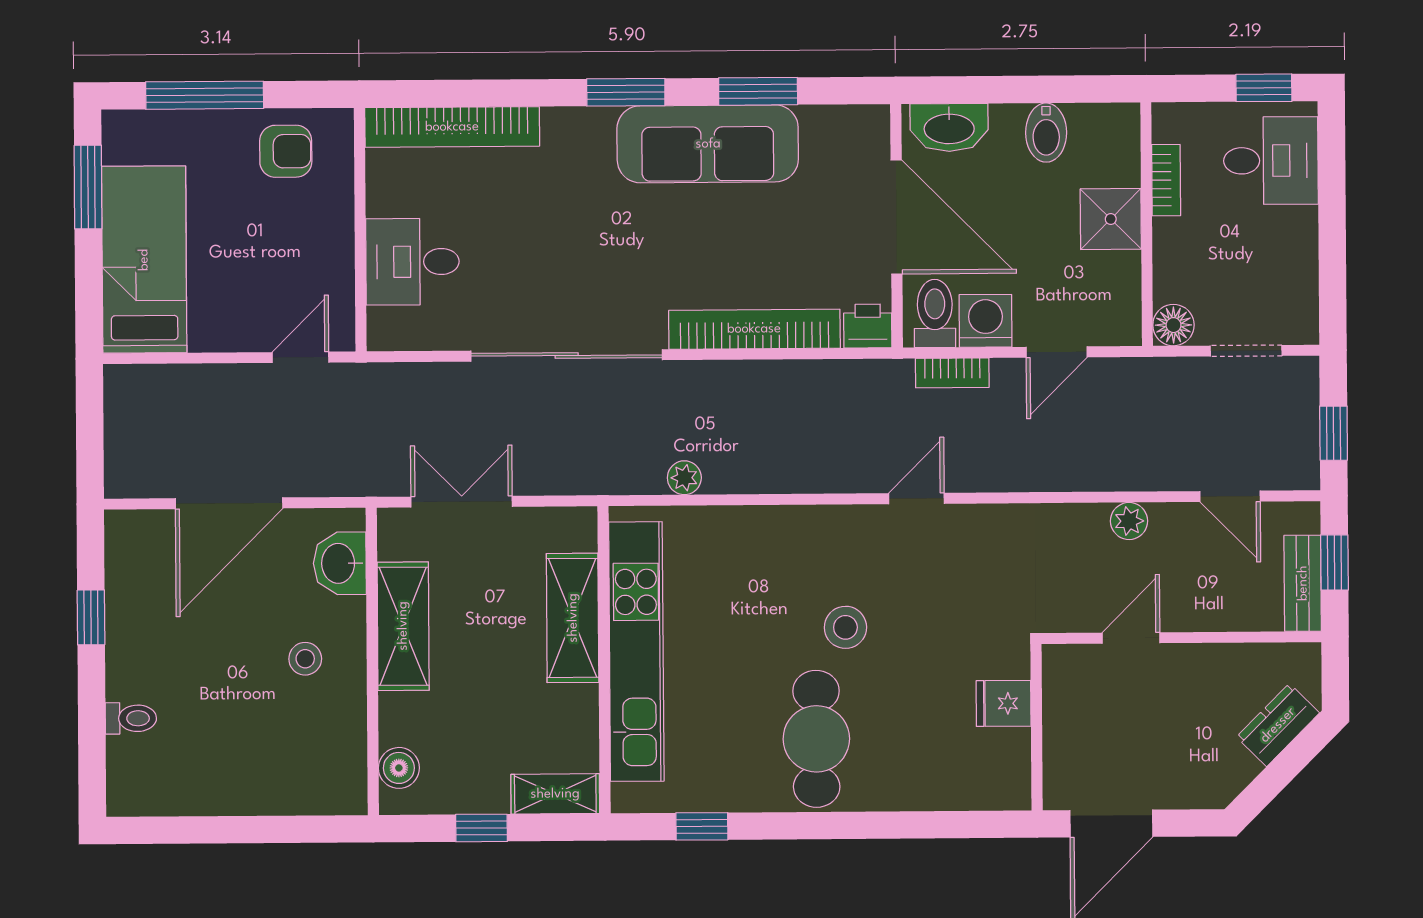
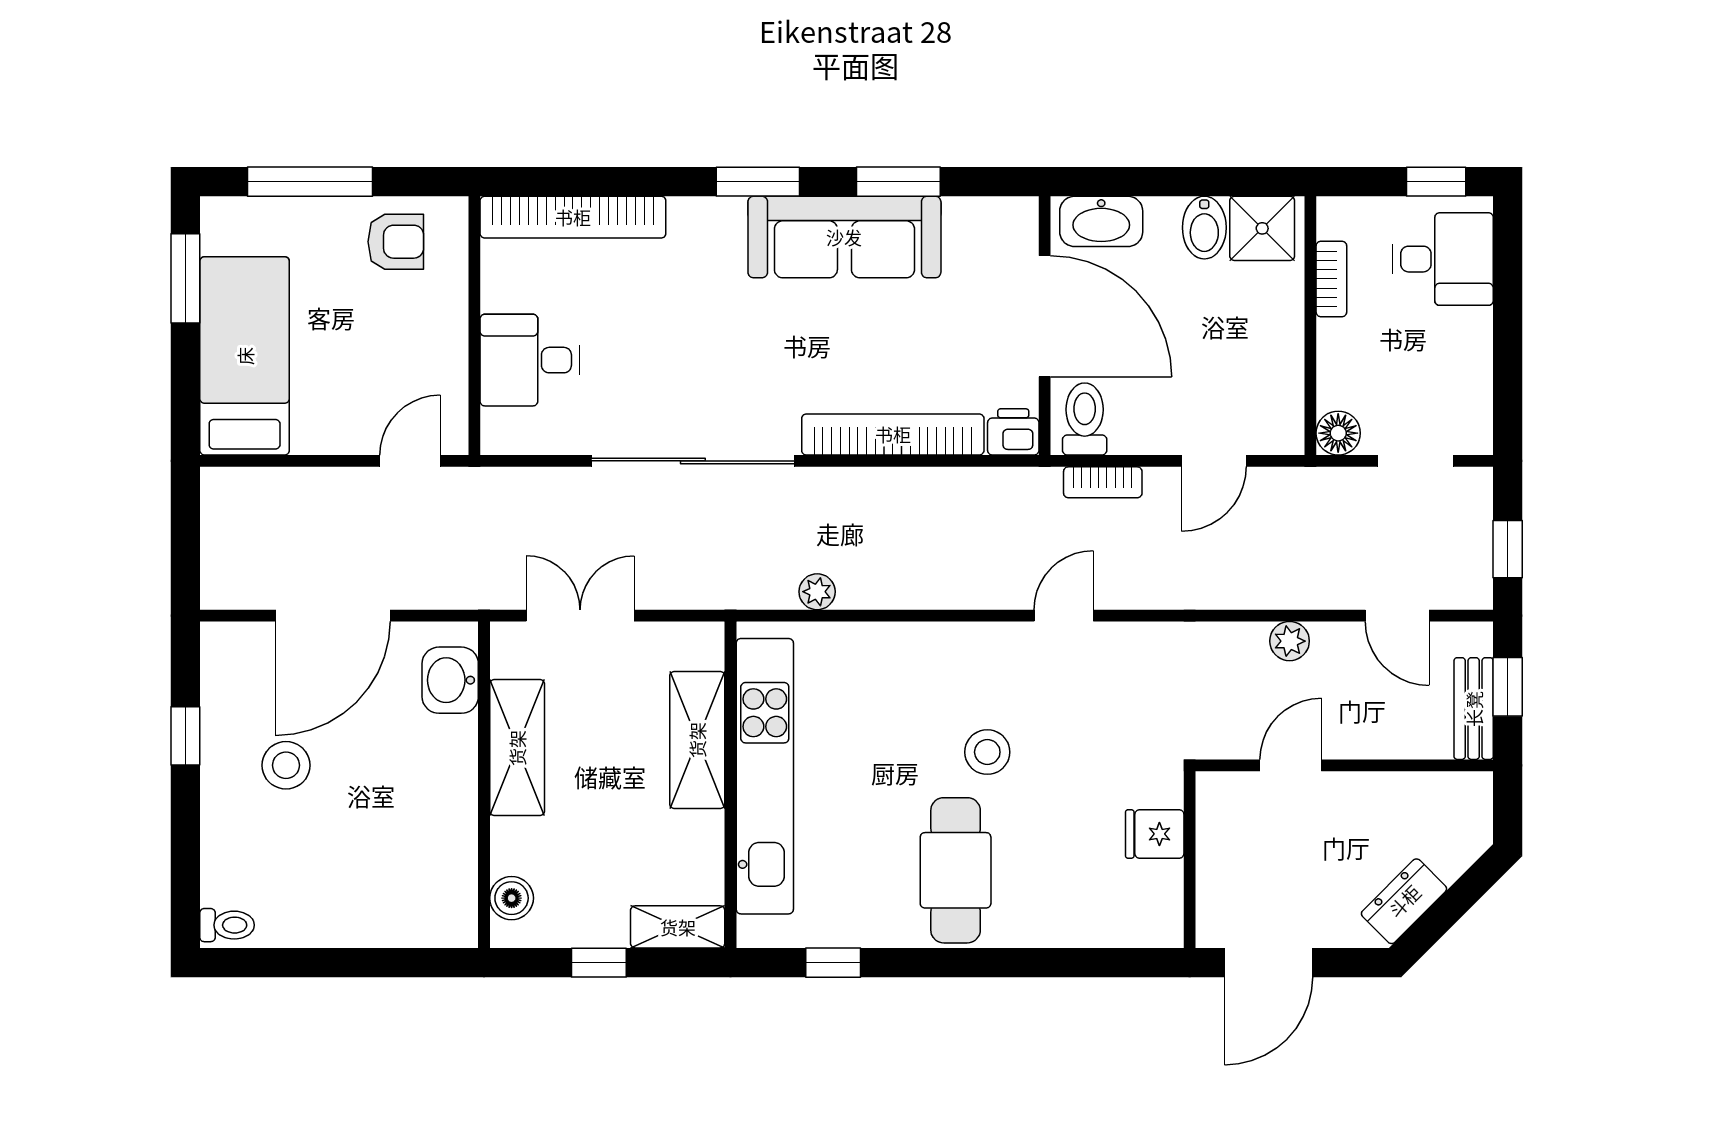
shower: (1111, 219) -> (1262, 228), moved
washing machine: (985, 321) -> (1138, 427), removed
stool: (305, 659) -> (286, 765), moved, width x1.37, depth x1.37
toilet: (131, 718) -> (227, 925), moved
dresser: (1278, 725) -> (1404, 901), moved

